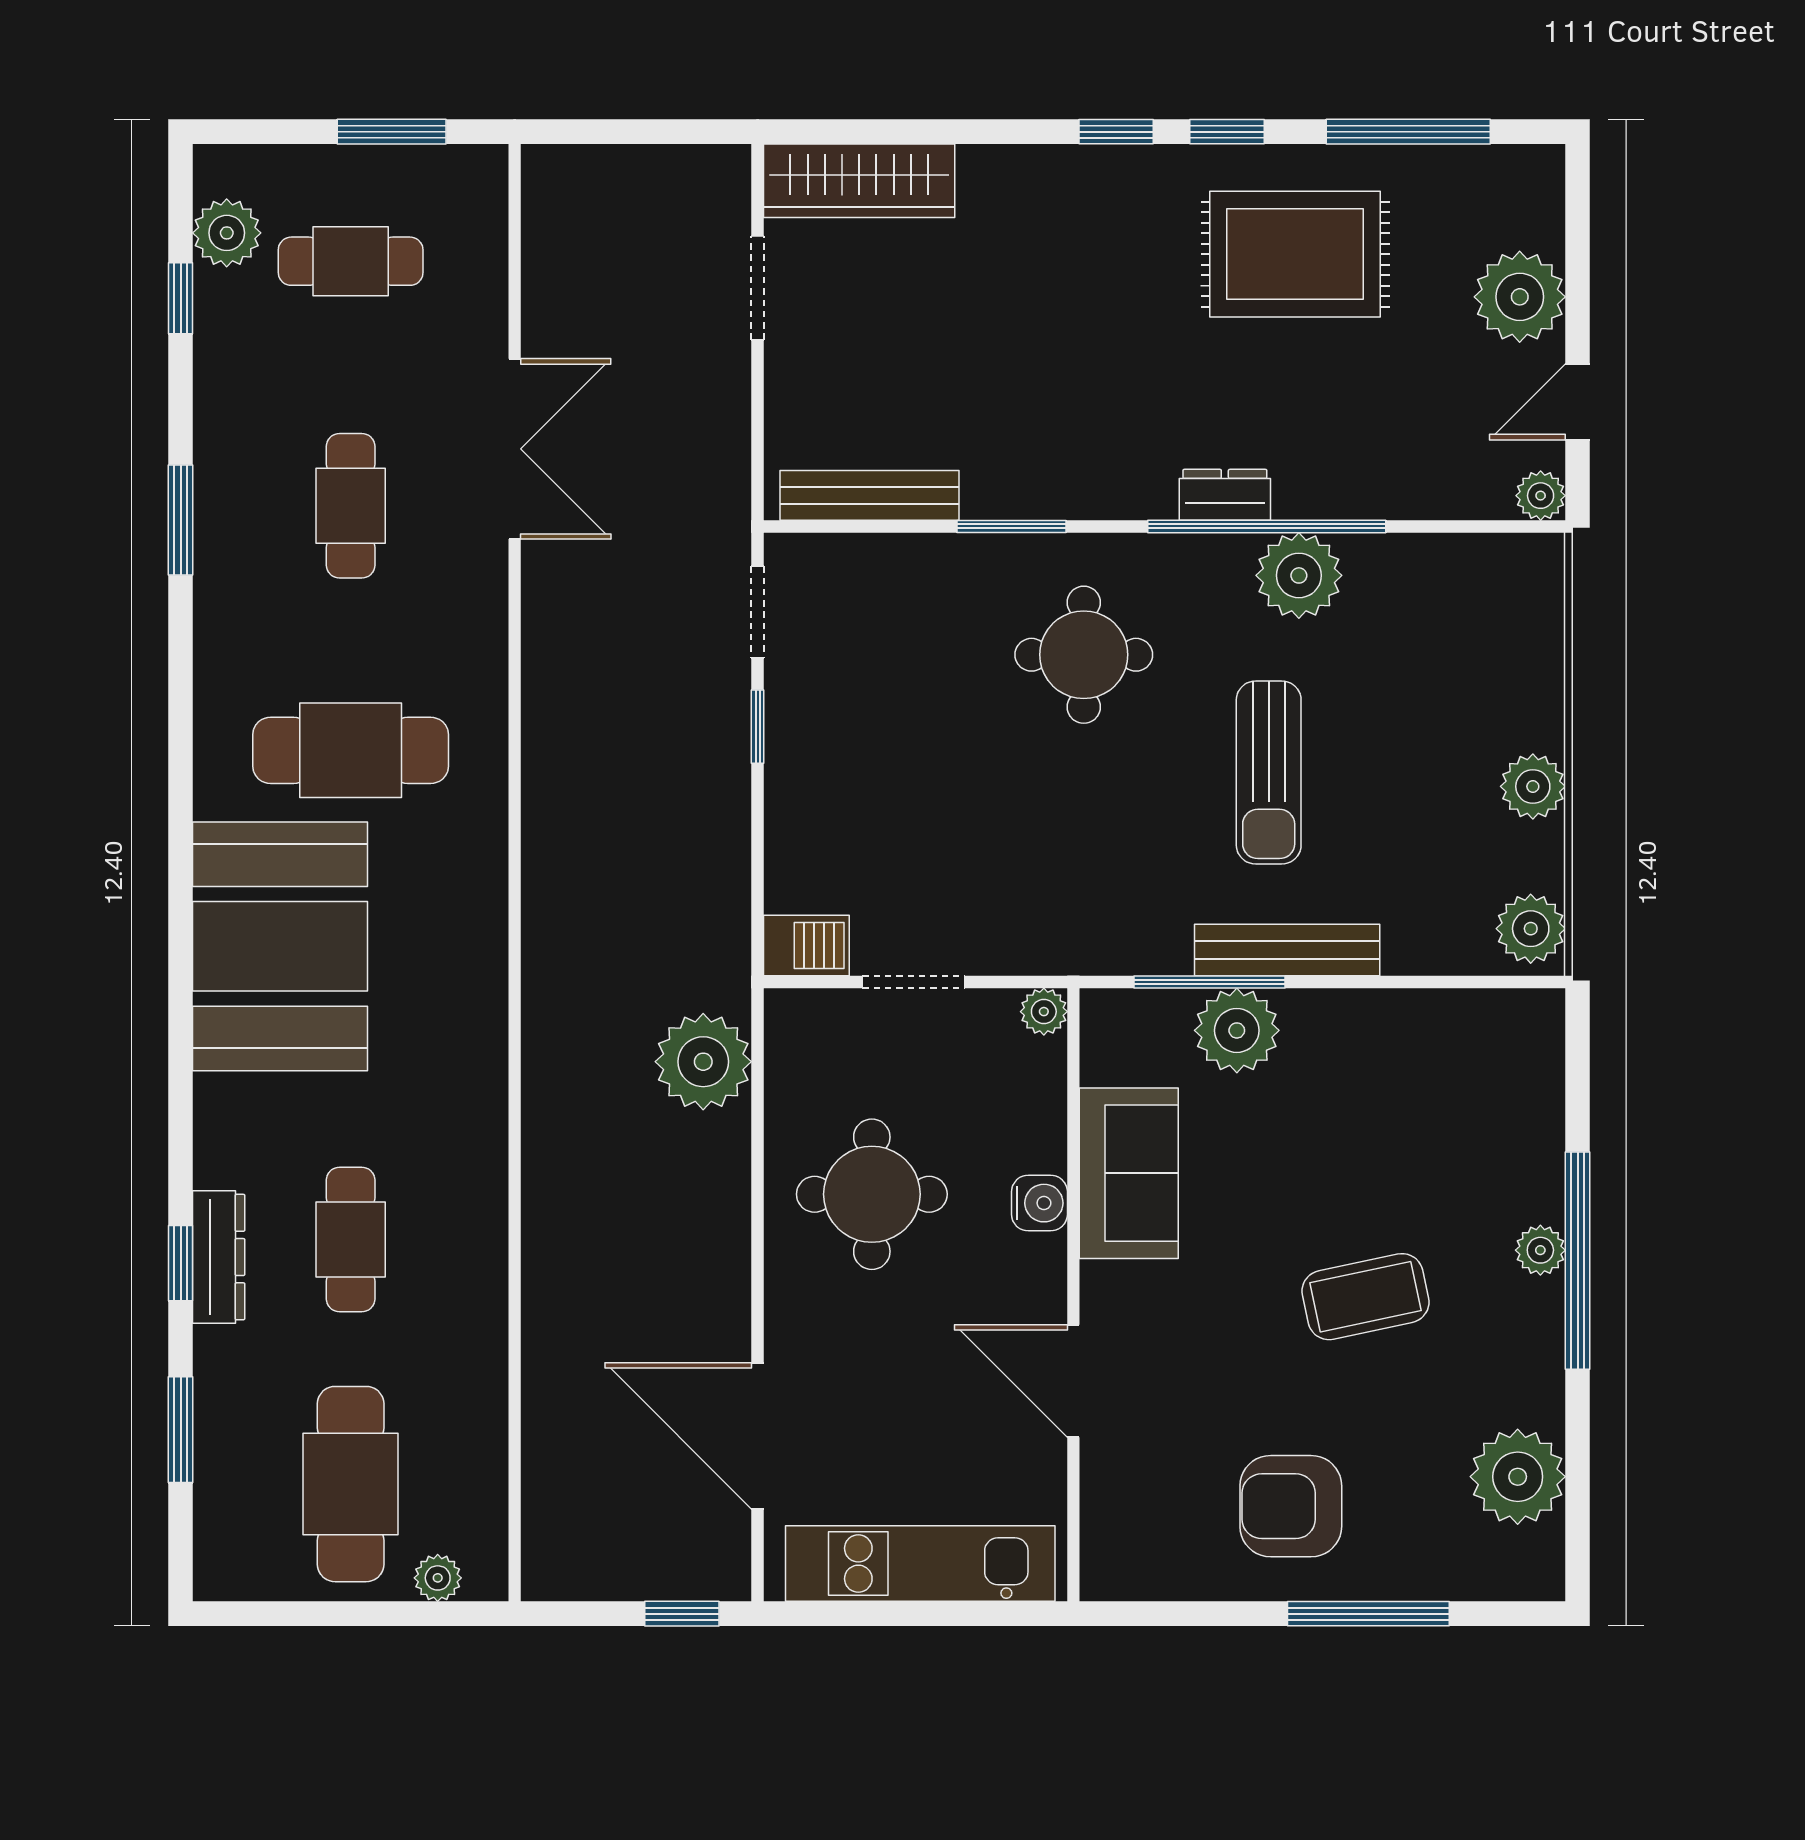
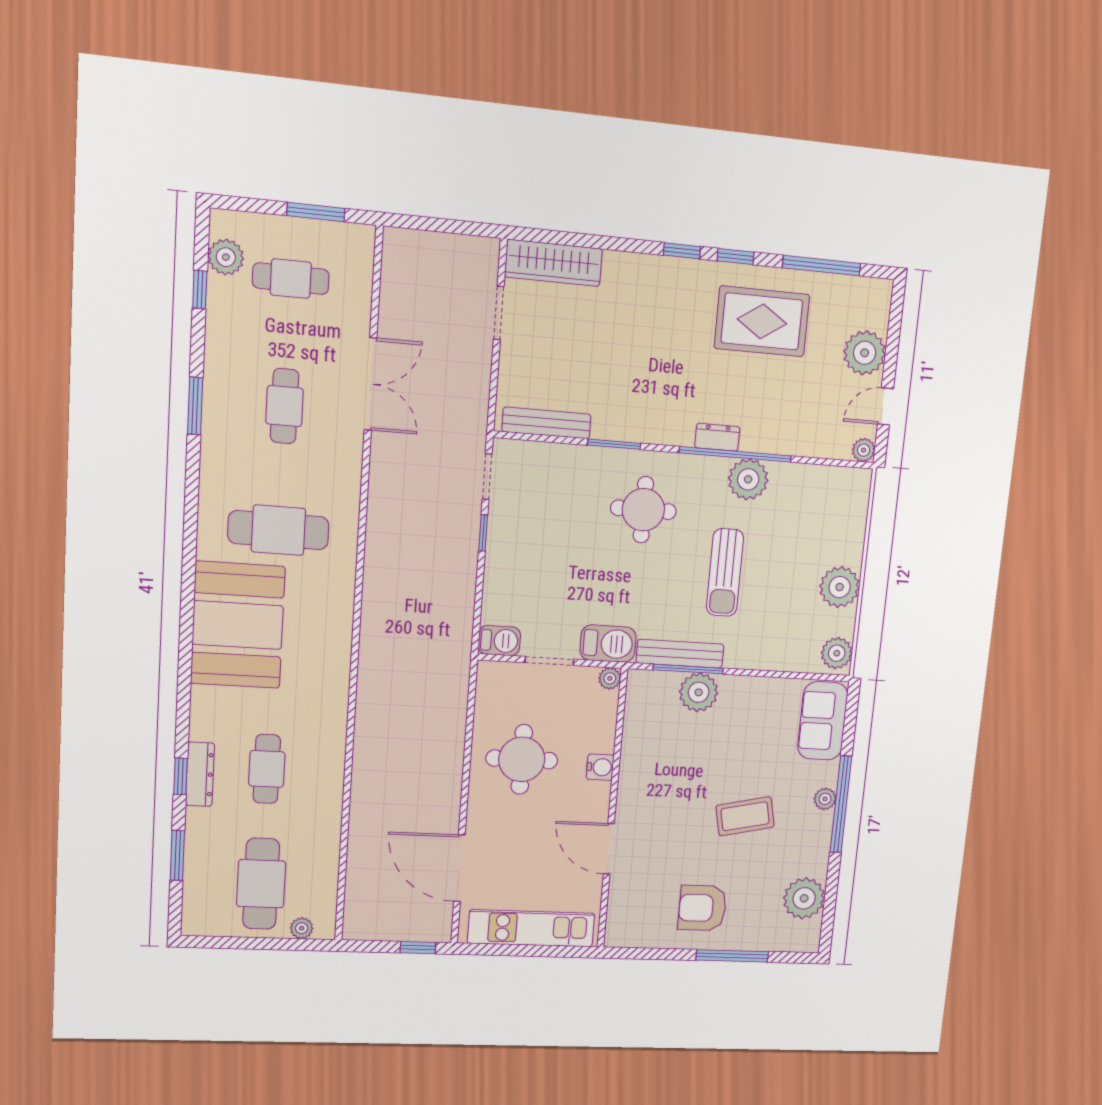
plant: (1533, 786) -> (840, 587), width x1.36, depth x1.36
barbecue: (1034, 938) -> (608, 644), added
bench: (1287, 950) -> (680, 654), moved
plant: (703, 1062) -> (445, 693), removed
sofa: (1129, 1173) -> (823, 721), moved, turned 180

